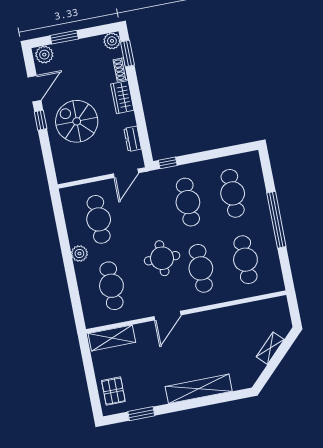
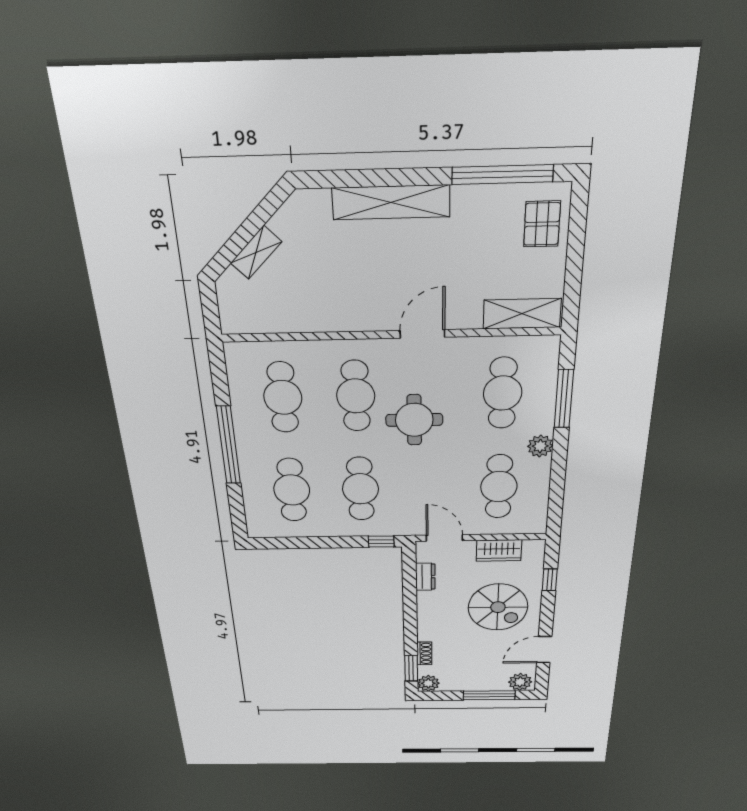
window: (64, 37) -> (489, 695), width x1.44
wardrobe: (122, 97) -> (499, 550), moved, turned 90
window: (41, 120) -> (550, 580), moved
door: (126, 173) -> (444, 538), hinge flipped
window: (73, 288) -> (564, 399), added
window: (141, 414) -> (502, 175), width x2.11

